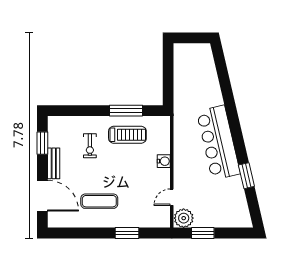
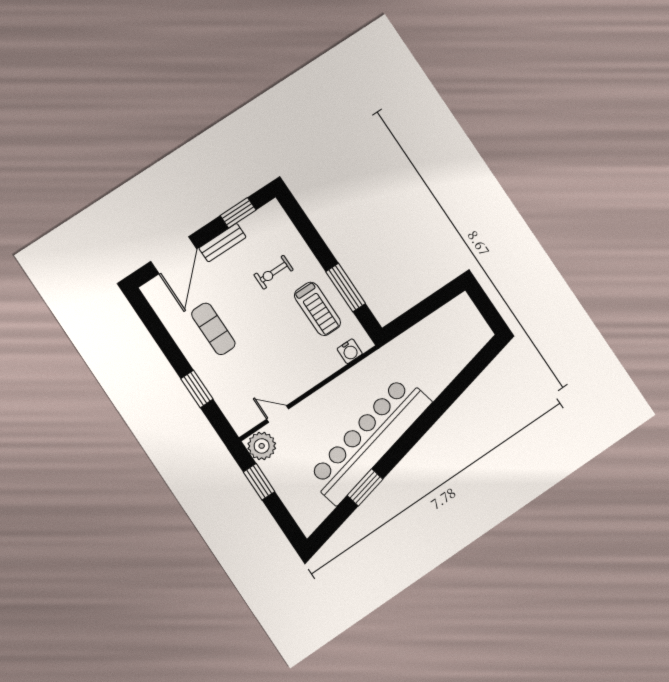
bar counter: (218, 143) -> (369, 440), width x1.36
water cooler: (164, 161) -> (350, 351), moved

